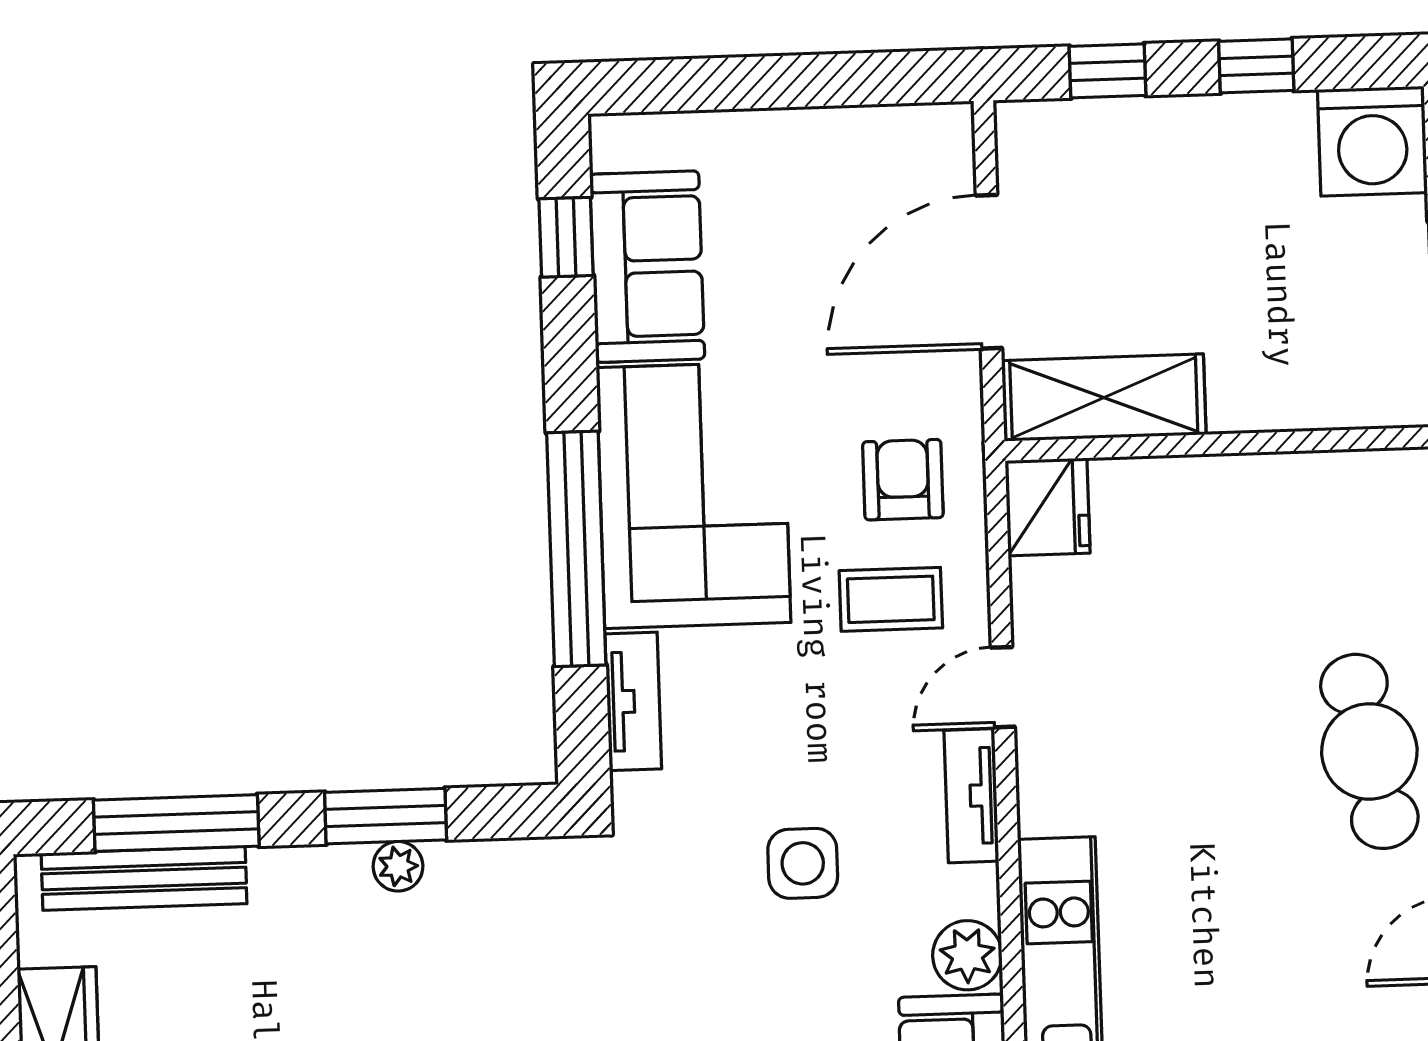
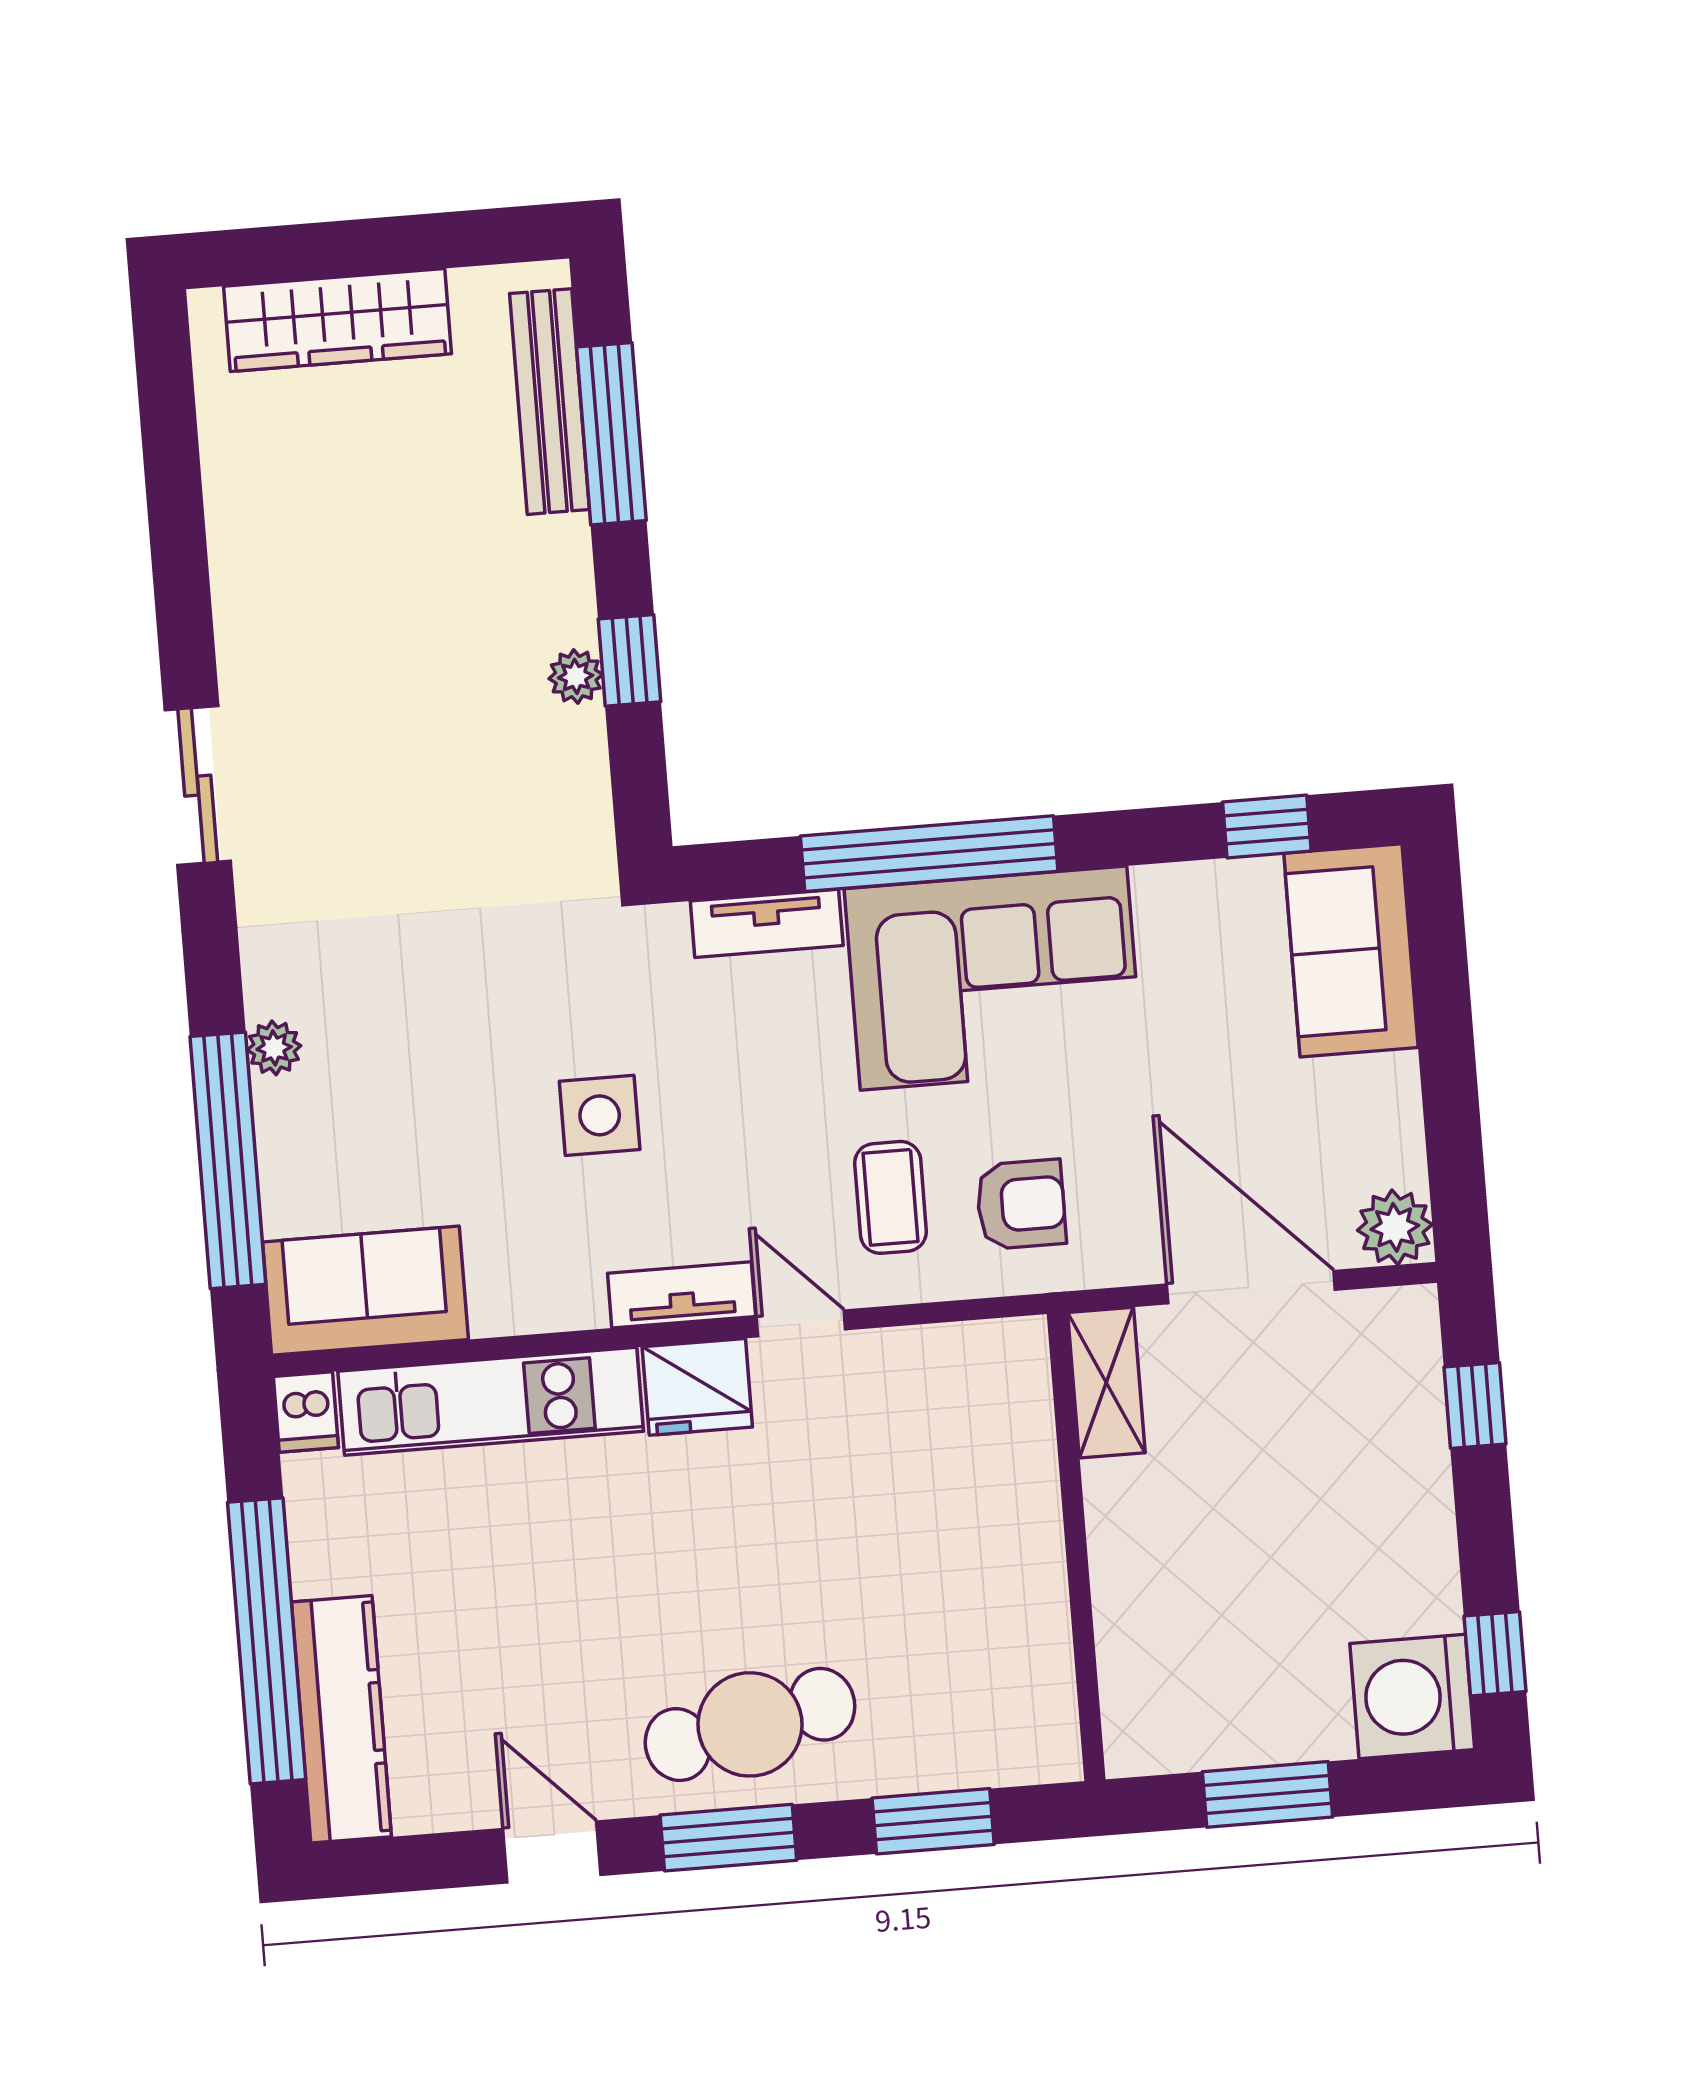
window: (1256, 66) -> (1495, 1654), moved
sofa: (647, 267) -> (1351, 950), moved, turned 90
shelving: (1104, 398) -> (1106, 1383), width x0.67, depth x0.75
fridge: (1047, 507) -> (697, 1387), moved
window: (386, 816) -> (630, 660), width x0.67
plant: (967, 955) -> (1395, 1227), moved

